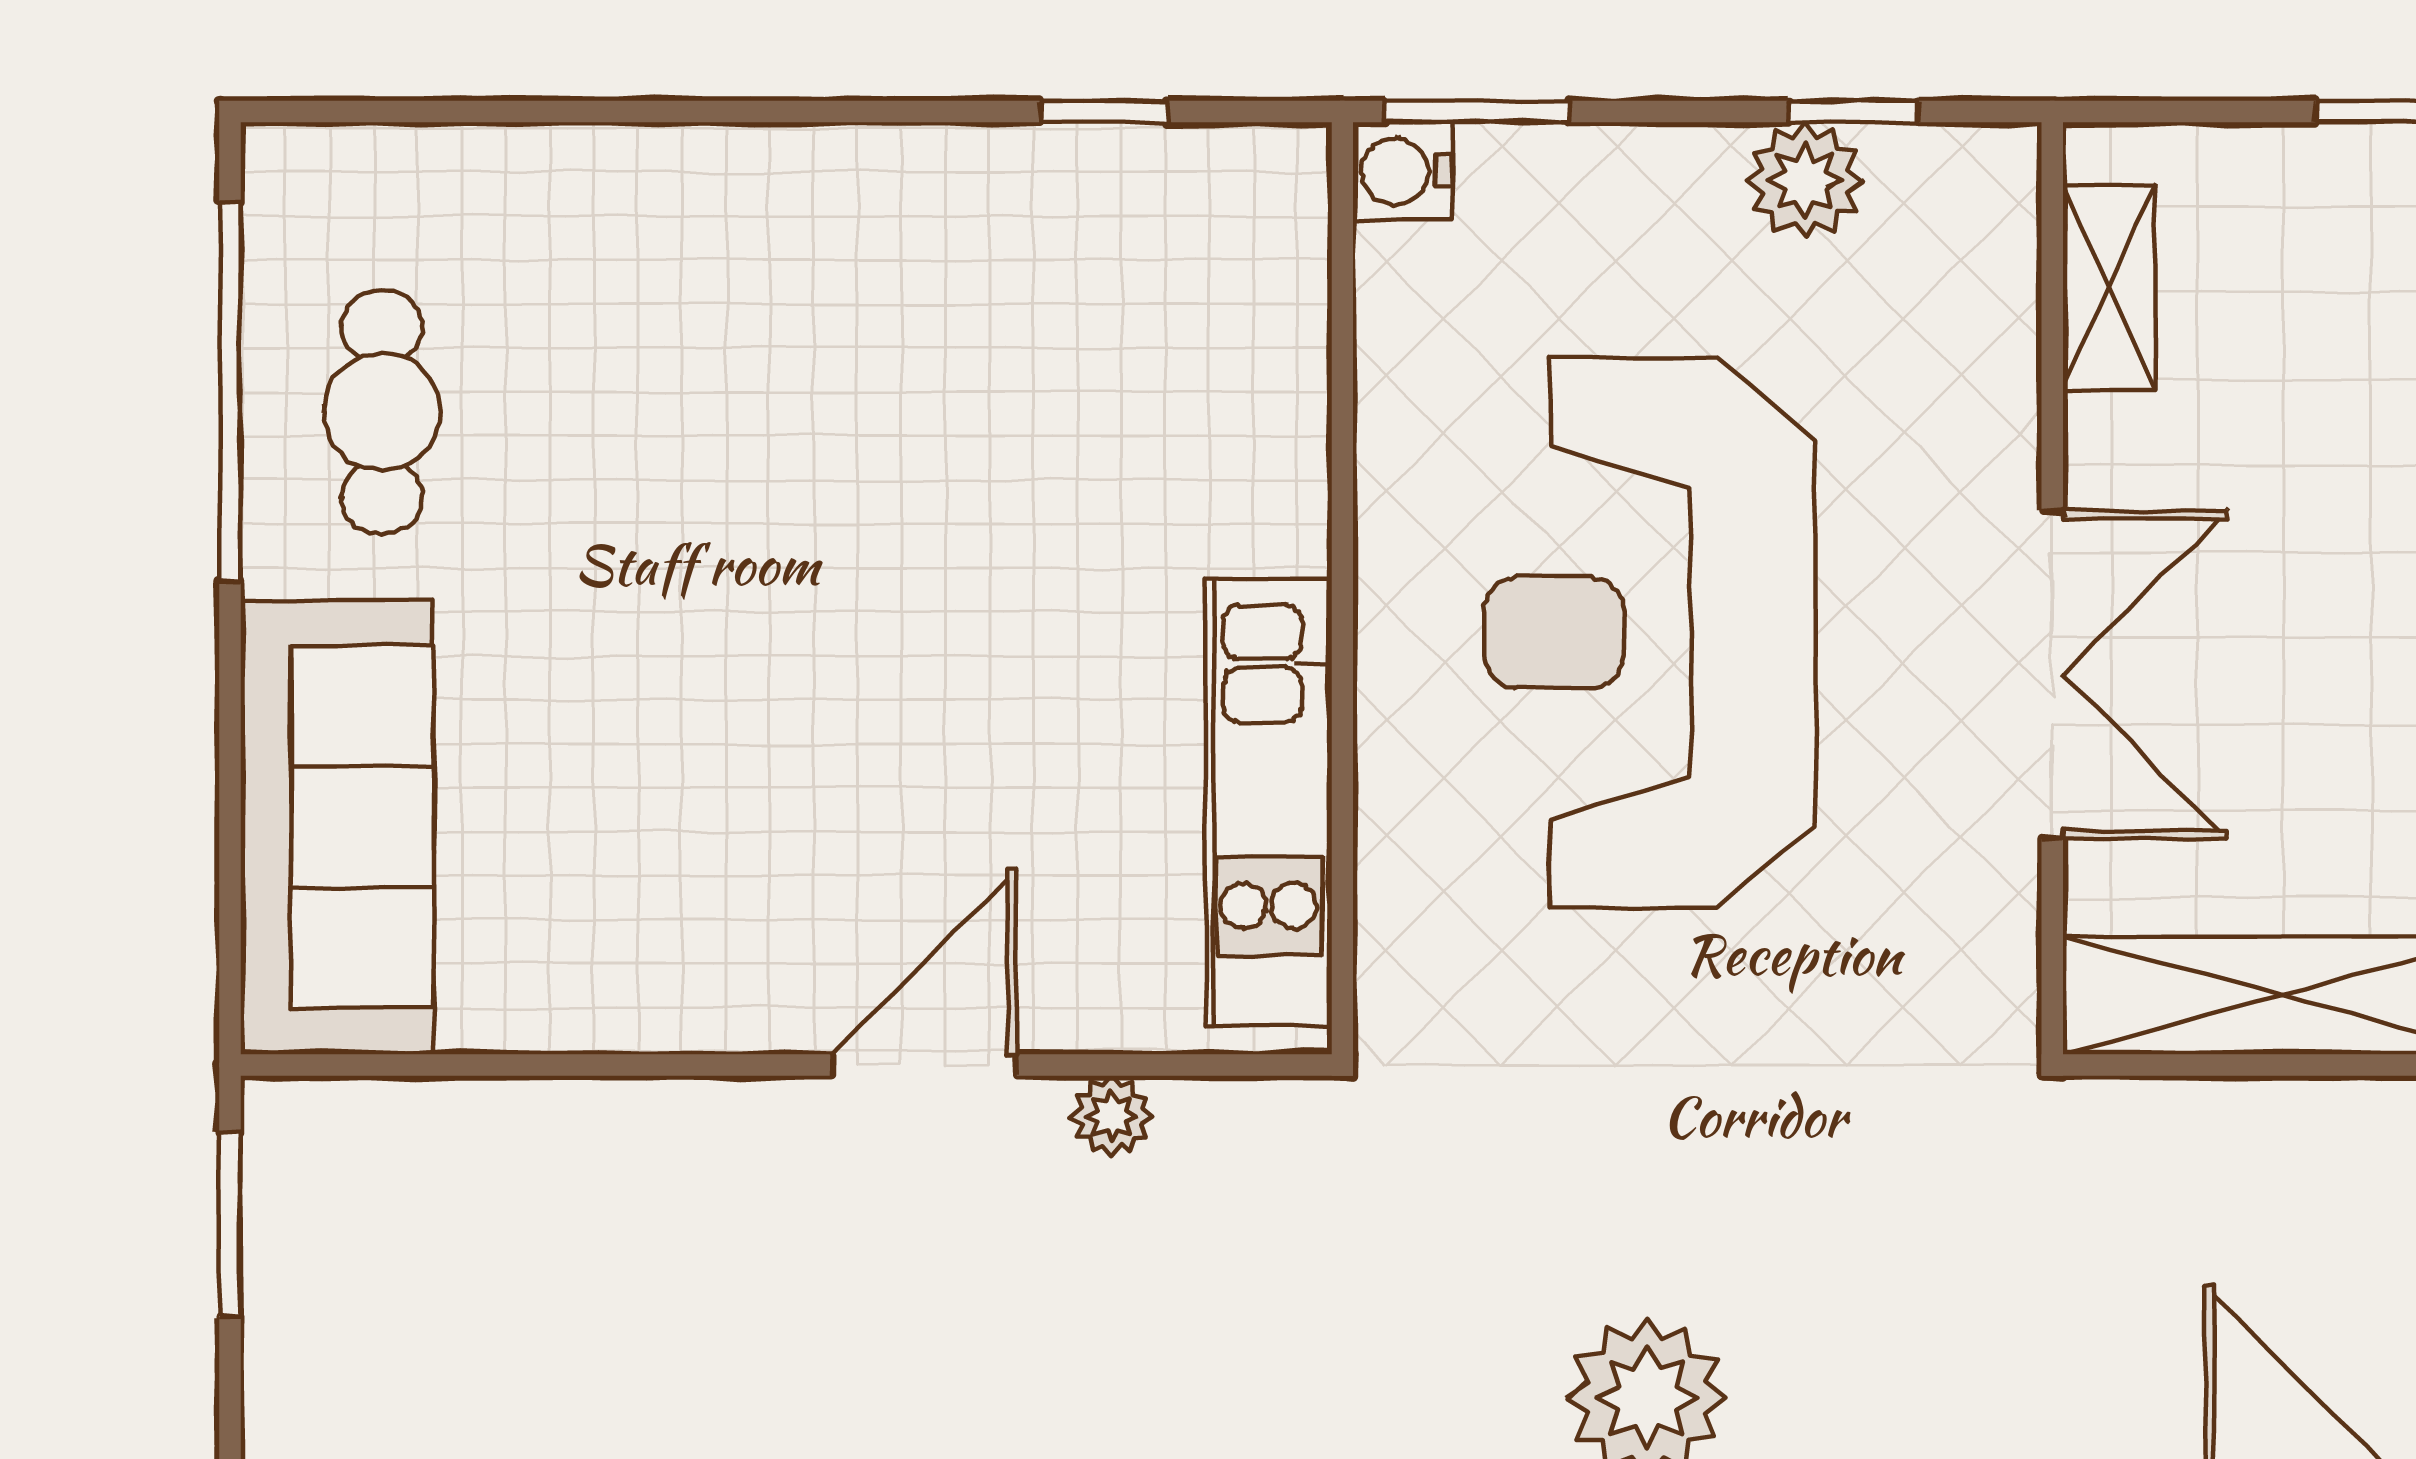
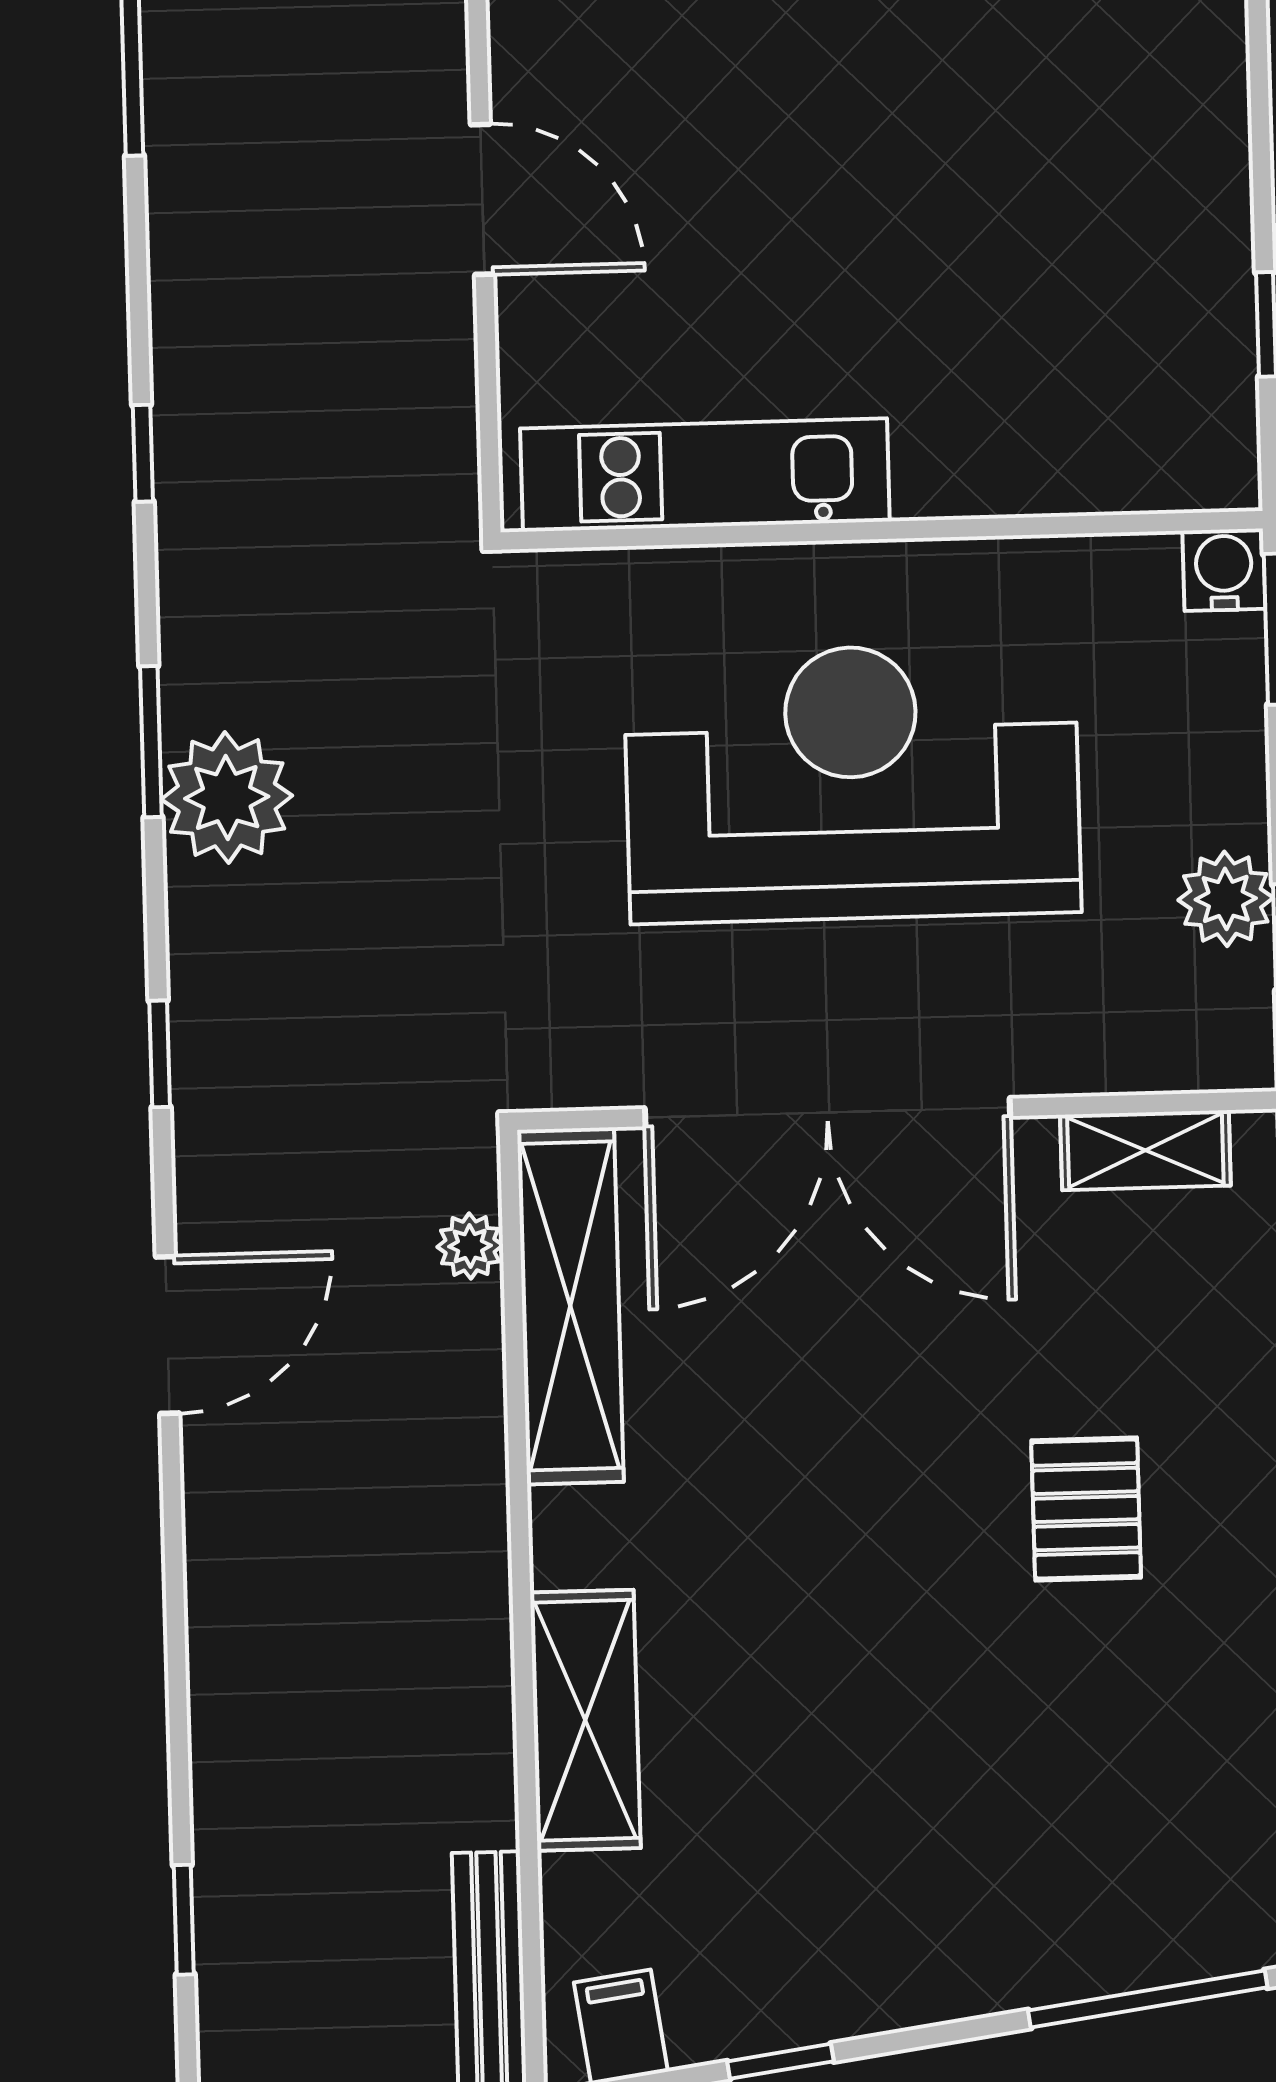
double door: (2052, 675) -> (827, 1113), width x1.36
plant: (1112, 1116) -> (470, 1246), moved

